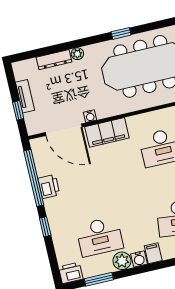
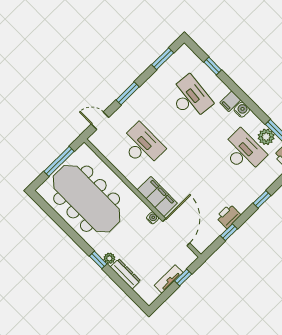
window: (121, 33) -> (98, 260), moved
window: (34, 178) -> (229, 232), width x0.32
plant: (122, 261) -> (266, 137), moved

